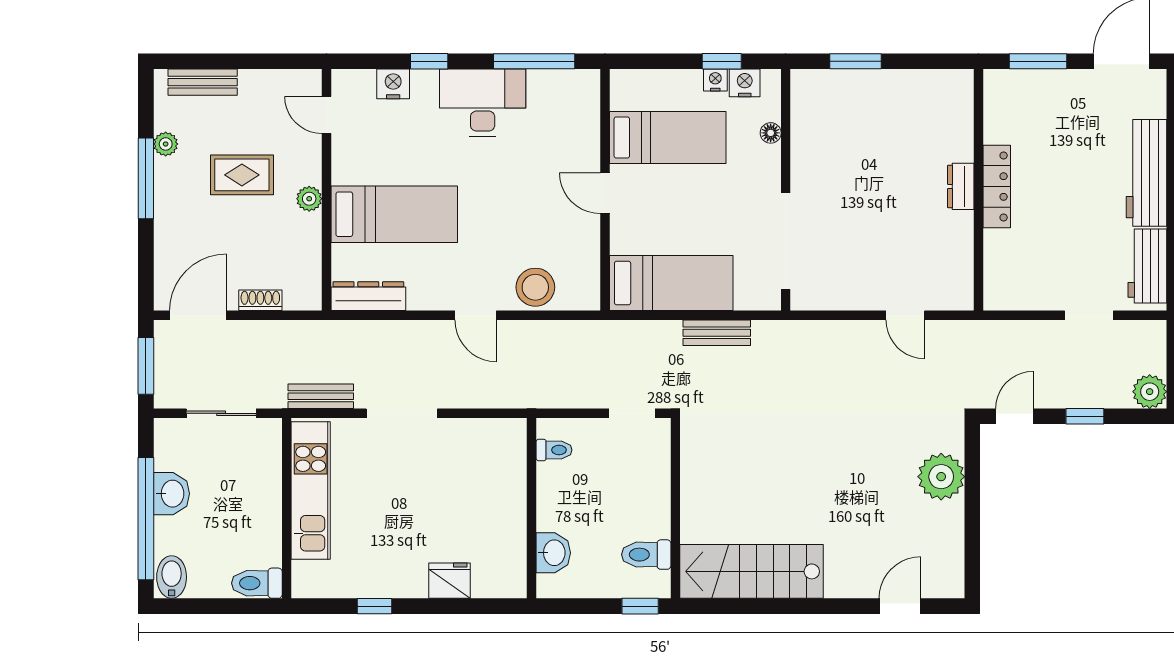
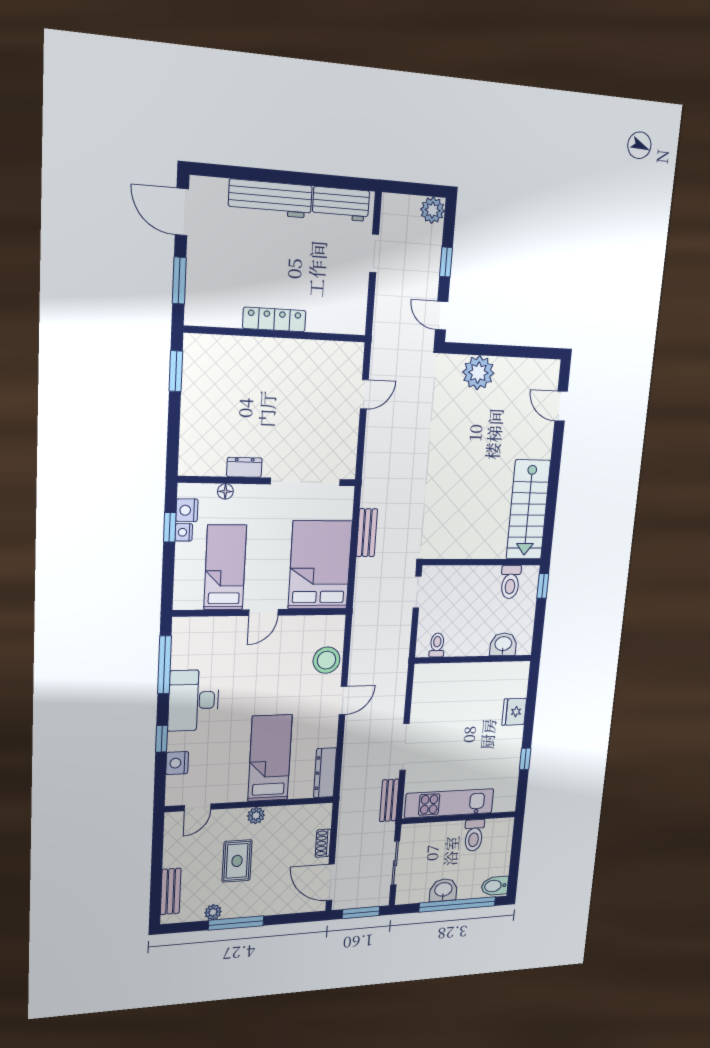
window: (855, 61) -> (176, 371), moved
dresser: (961, 186) -> (244, 467), moved, turned 180
bed: (671, 283) -> (320, 565), width x1.50
toilet: (257, 583) -> (474, 835), moved

